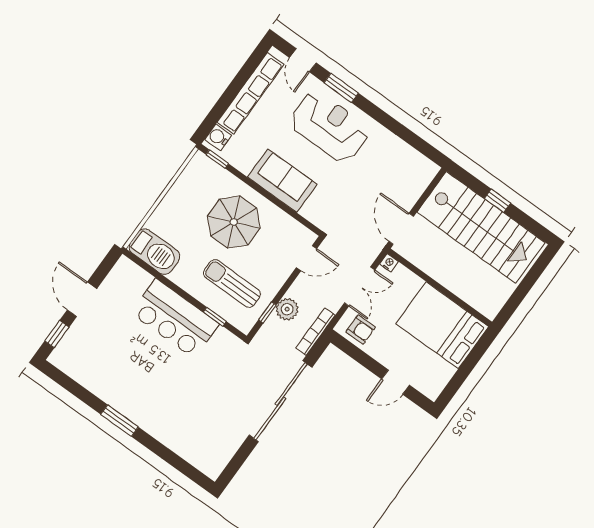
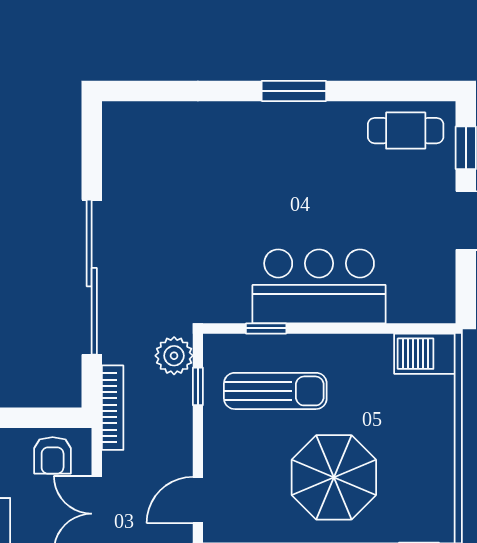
barbecue: (154, 252) -> (425, 354), width x0.73, depth x0.83
plant: (287, 309) -> (174, 356), moved
armchair: (361, 330) -> (53, 455), turned -90
cafe table: (80, 363) -> (406, 131), added

